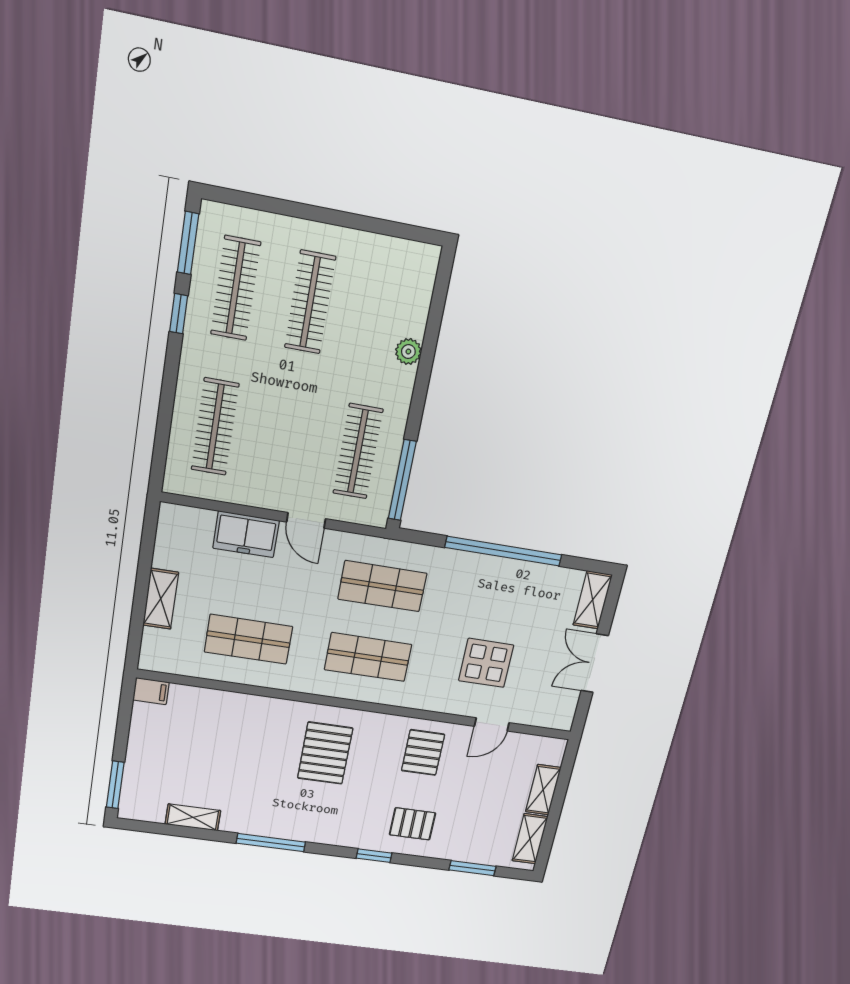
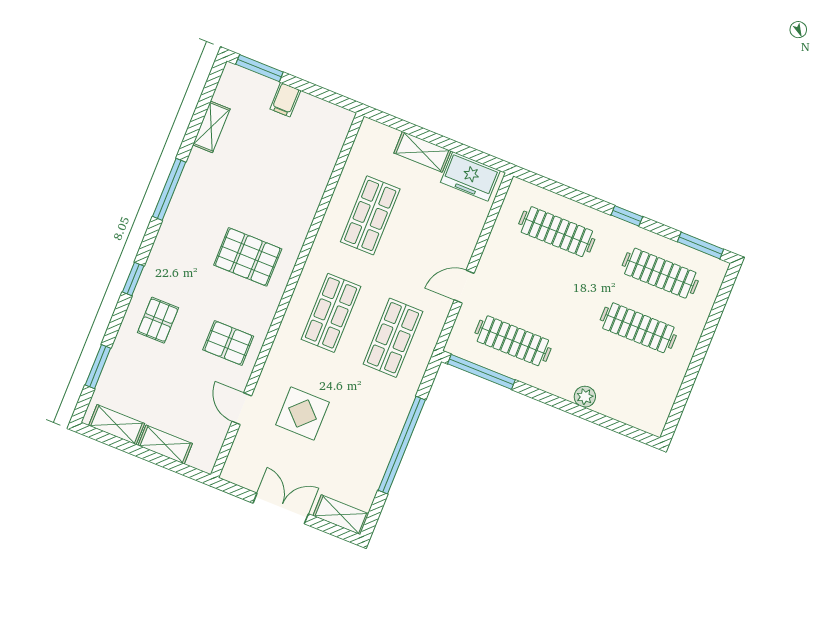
window: (179, 314) -> (627, 216), moved
freezer: (246, 534) -> (470, 176), moved, turned -90
filing cabinet: (151, 691) -> (285, 100), moved

